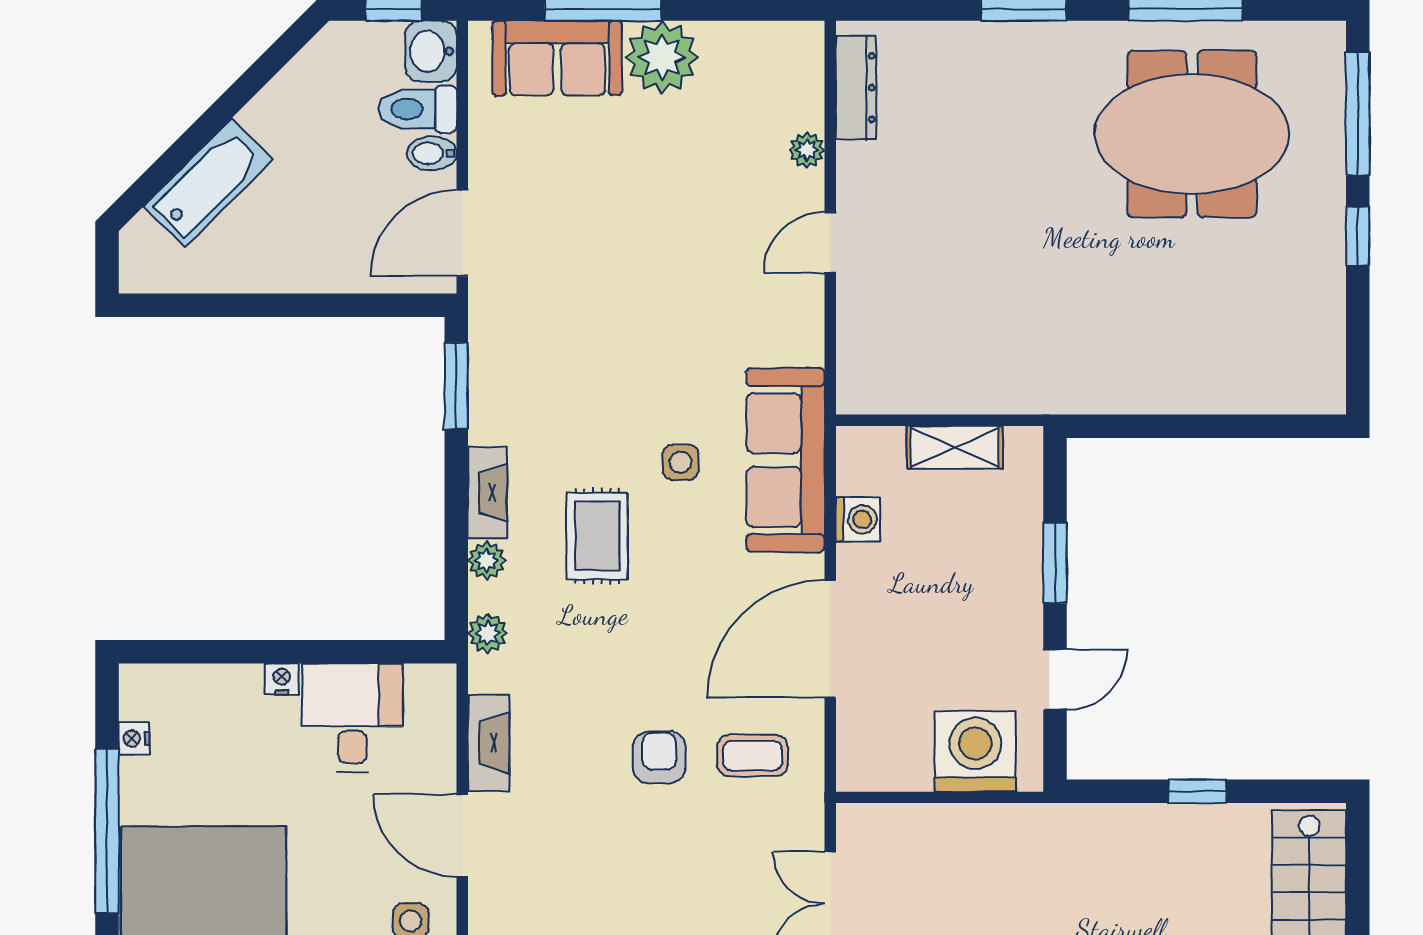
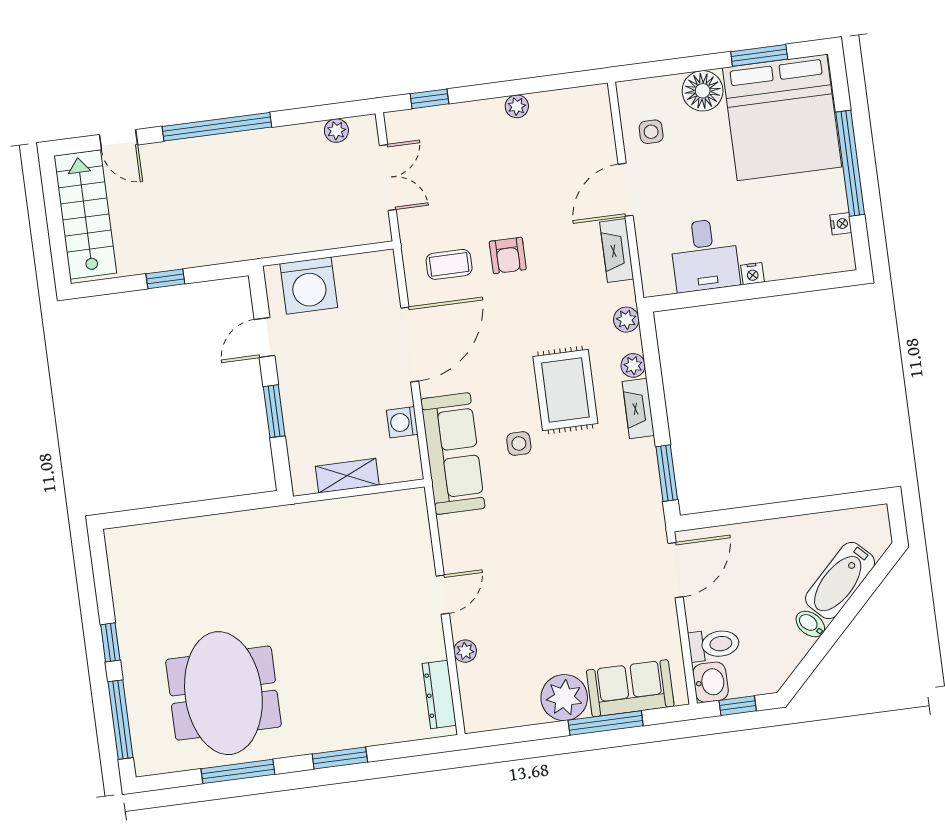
meeting table: (1192, 134) -> (223, 693), turned 90
bidet: (432, 153) -> (810, 624), moved, turned -135
rug: (597, 536) -> (565, 390), width x1.36, depth x1.43
door: (462, 836) -> (626, 190), swing flipped

